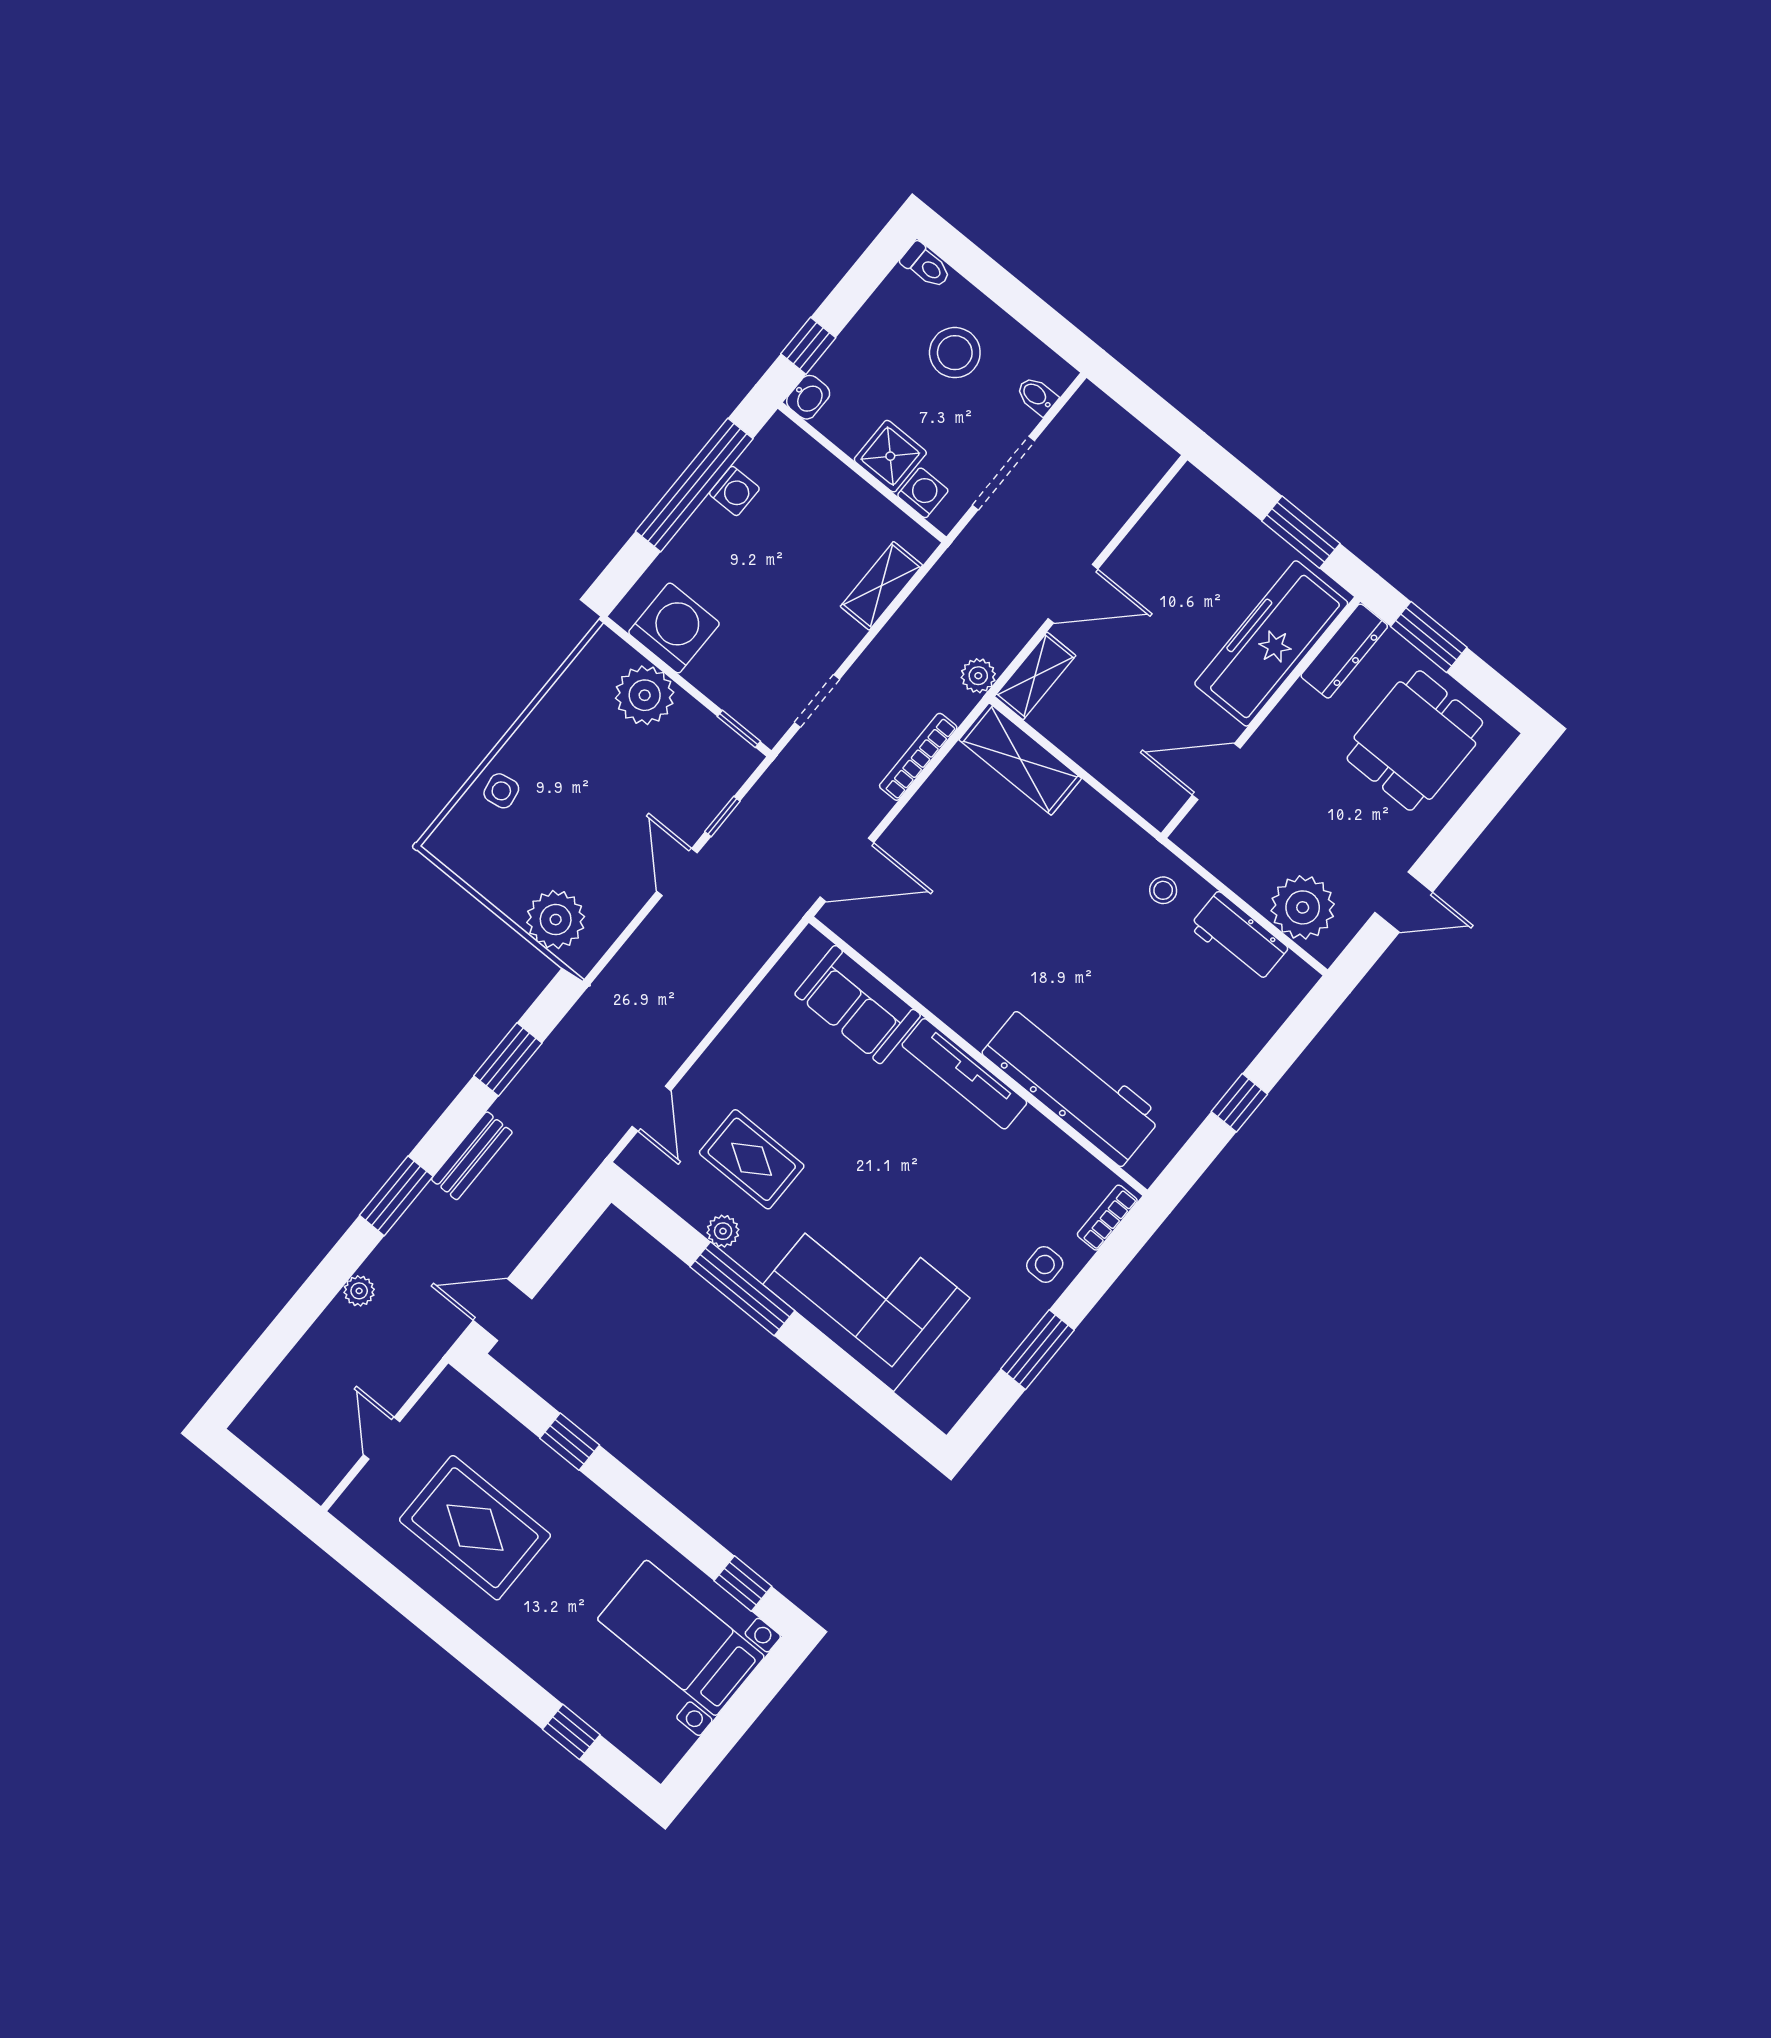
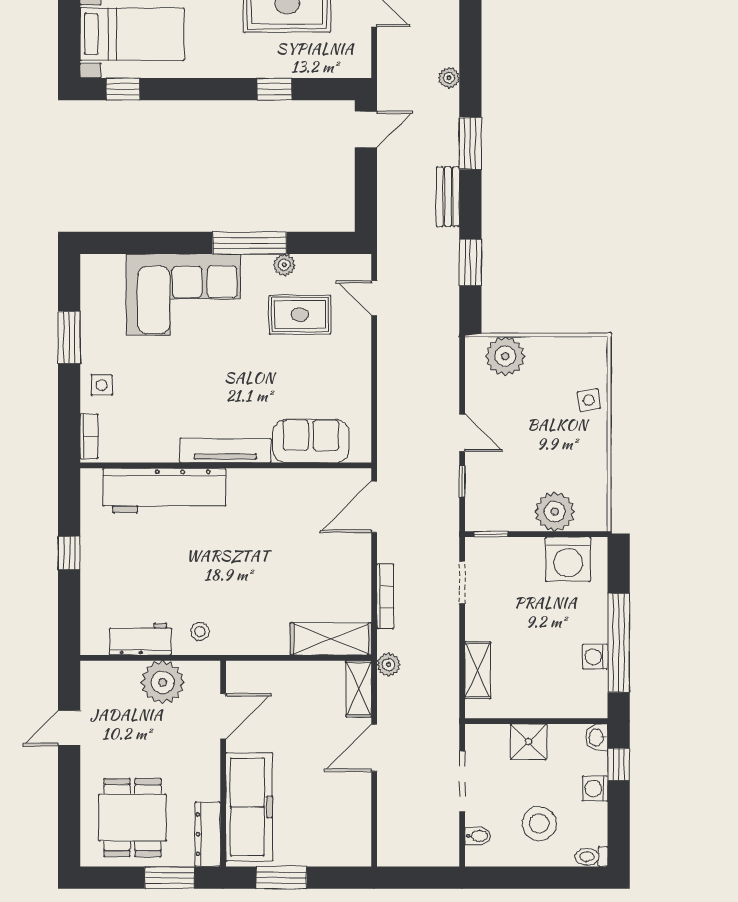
washing machine: (923, 493) -> (595, 789), moved, turned 90
plant: (1303, 907) -> (163, 682), moved

